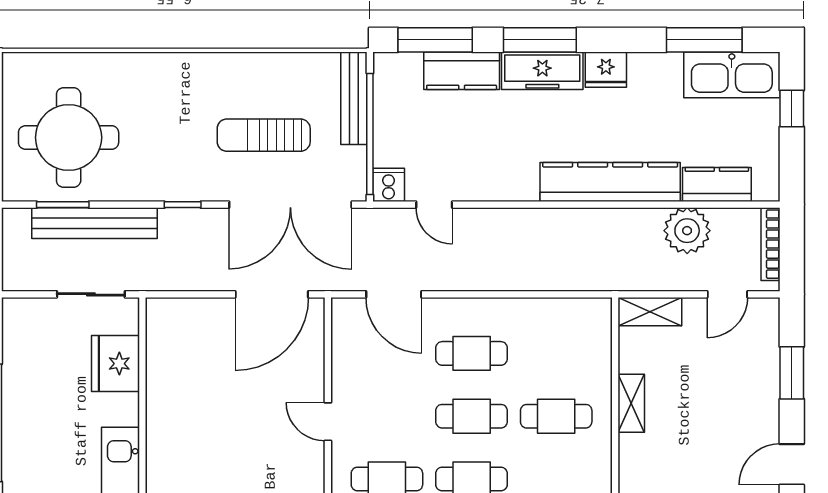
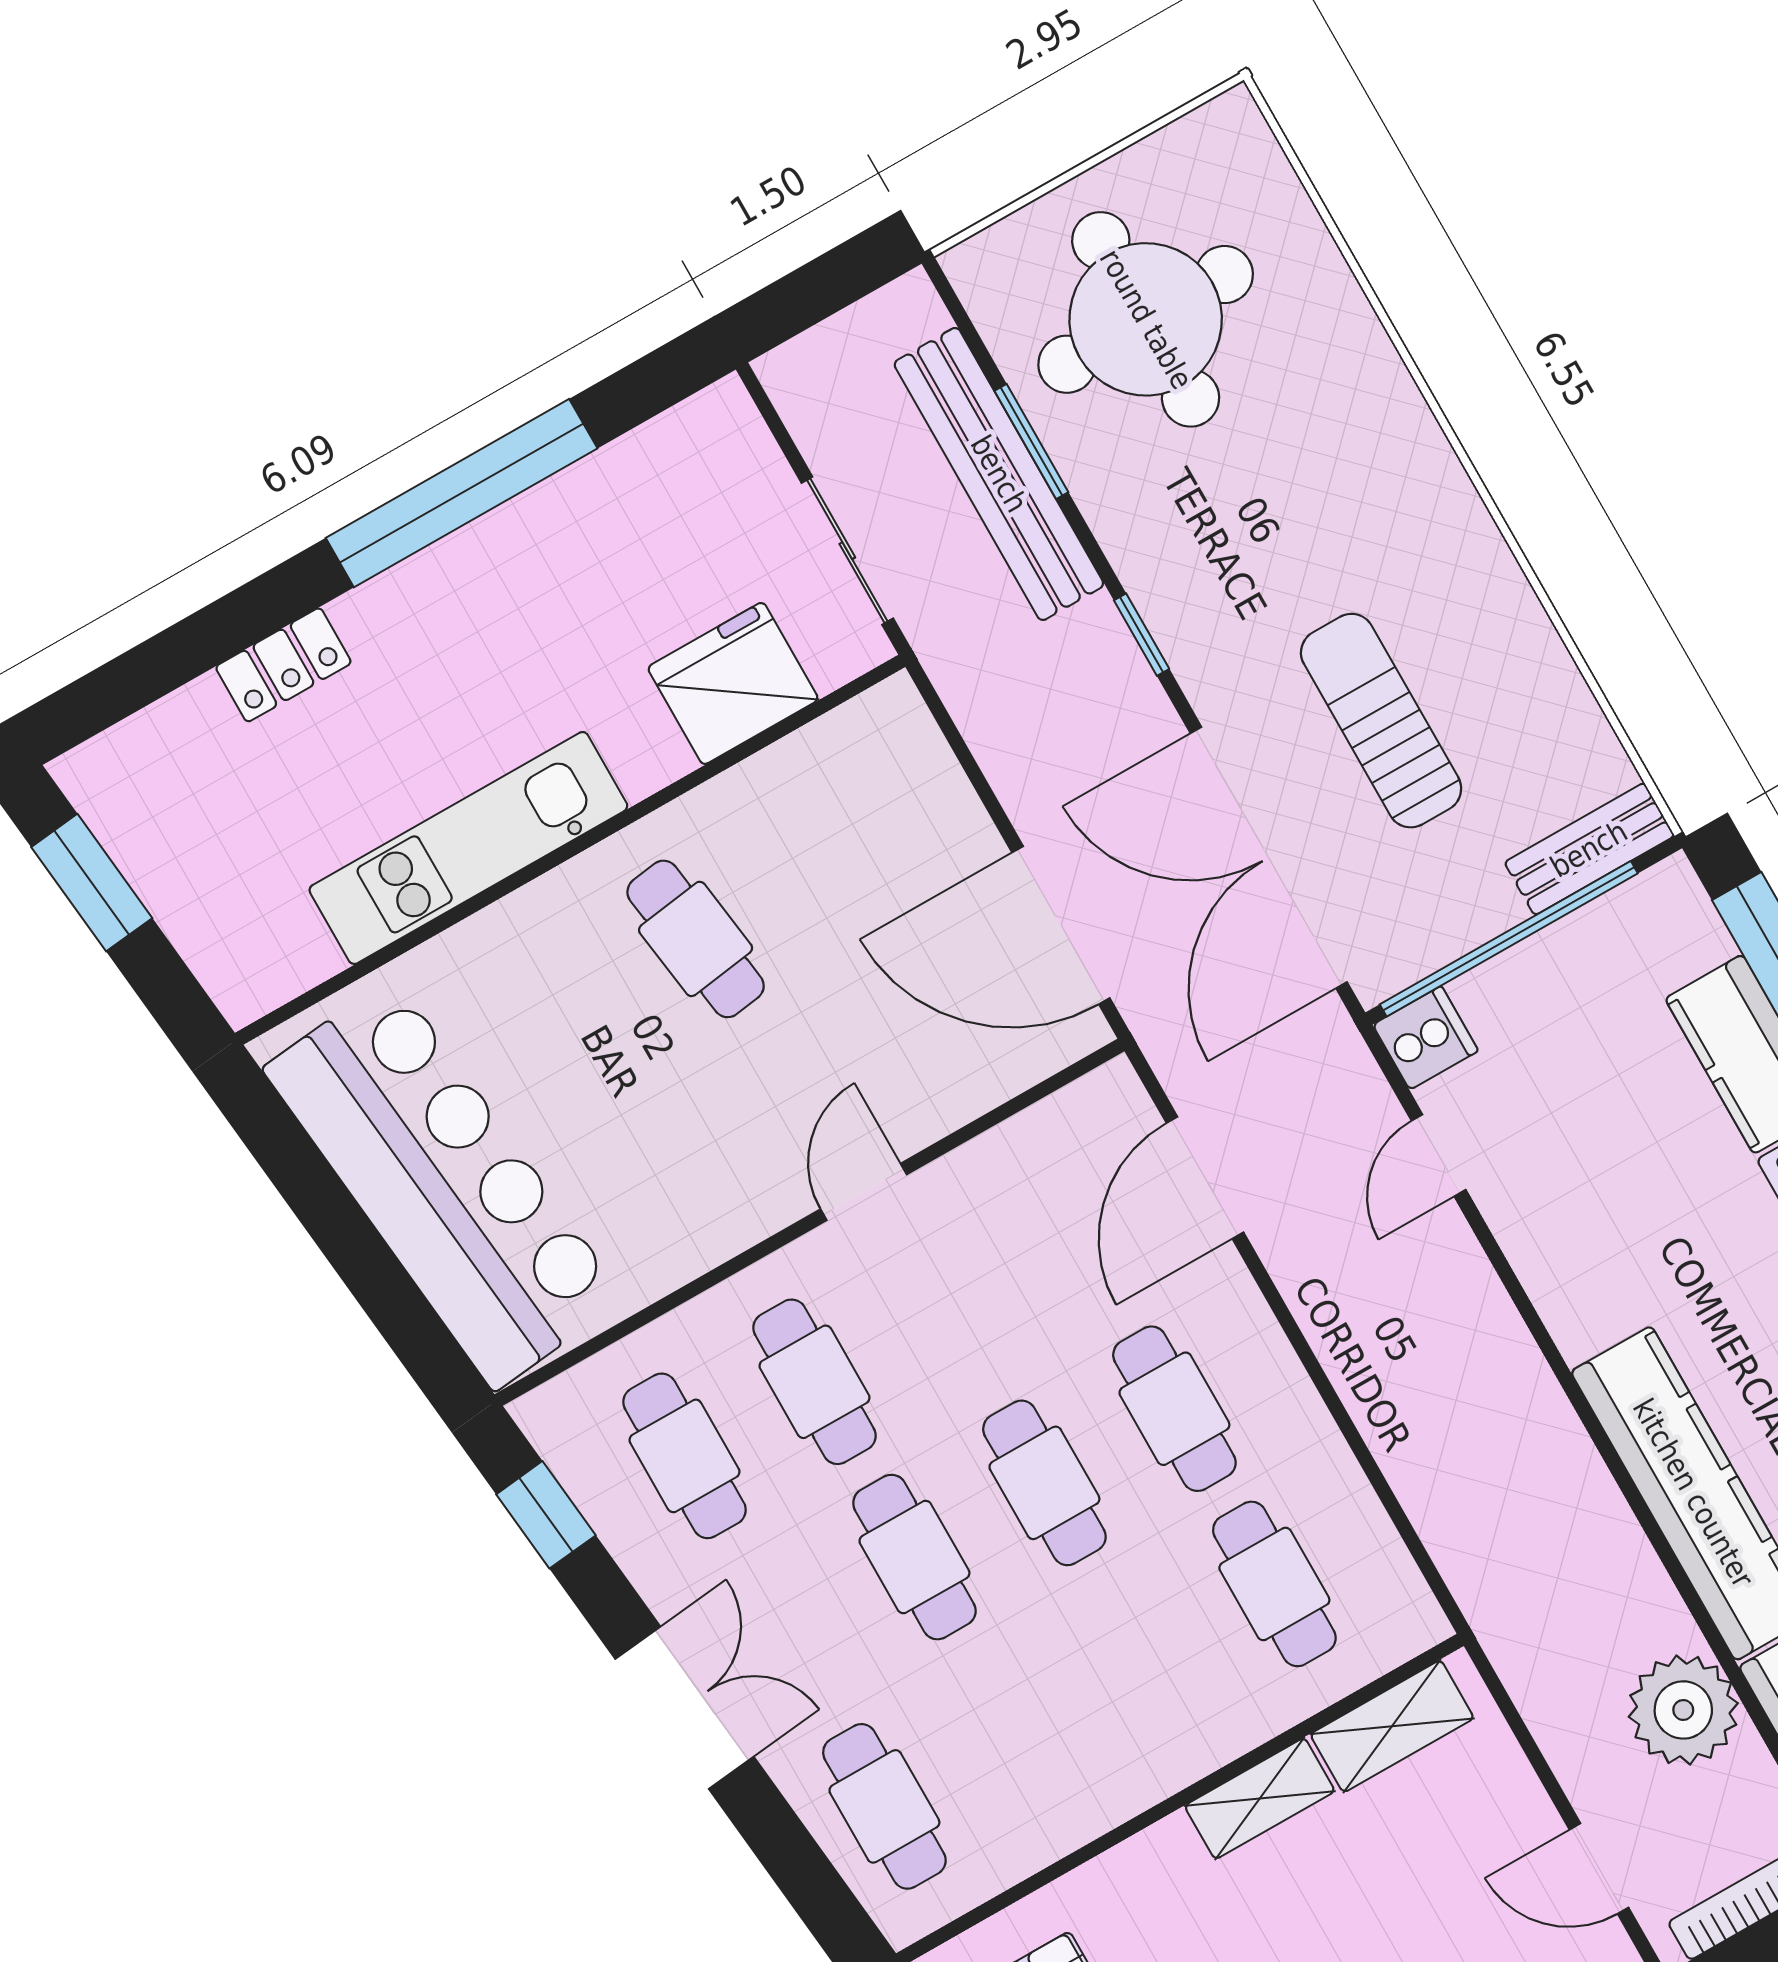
bench: (354, 98) -> (1589, 849), width x0.73
window: (63, 205) -> (1031, 442), moved
shelving: (650, 312) -> (1392, 1726), moved, turned 90
cafe table: (556, 416) -> (1274, 1584), moved
cafe table: (201, 430) -> (696, 939), added

